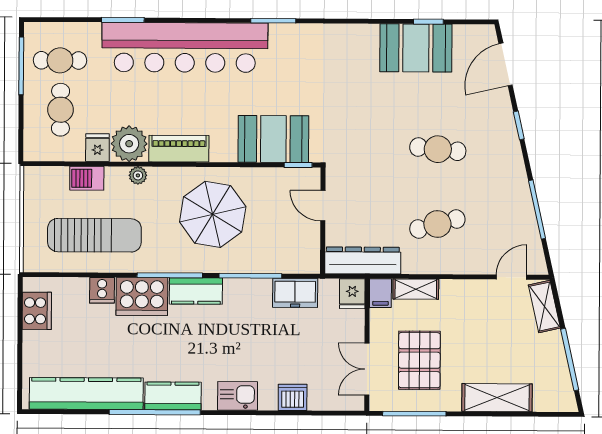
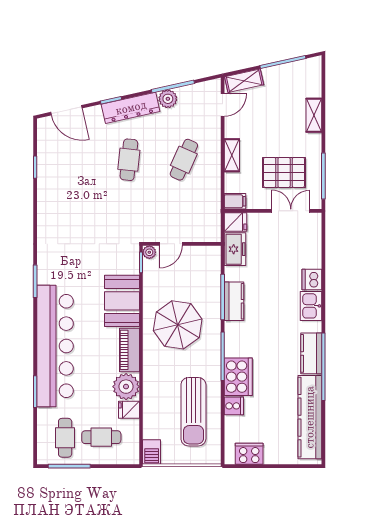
booth: (416, 48) -> (55, 176), removed
booth: (273, 139) -> (122, 301), moved
plant: (138, 175) -> (149, 252), moved
barbecue: (87, 178) -> (152, 452), moved
plant: (520, 203) -> (168, 99), added
cafe table: (437, 224) -> (184, 160), turned 39
sun lounger: (94, 235) -> (193, 412), turned 180
dresser: (363, 260) -> (131, 108), moved, turned -103
door: (511, 277) -> (223, 105), swing flipped
shelving: (416, 289) -> (232, 155), moved
kitchen counter: (196, 291) -> (234, 301), moved
freezer: (295, 293) -> (235, 249), moved
double door: (367, 369) -> (291, 211), swing flipped
dishwasher: (293, 397) -> (312, 280), moved
shelving: (497, 398) -> (314, 115), width x0.67, depth x0.75

